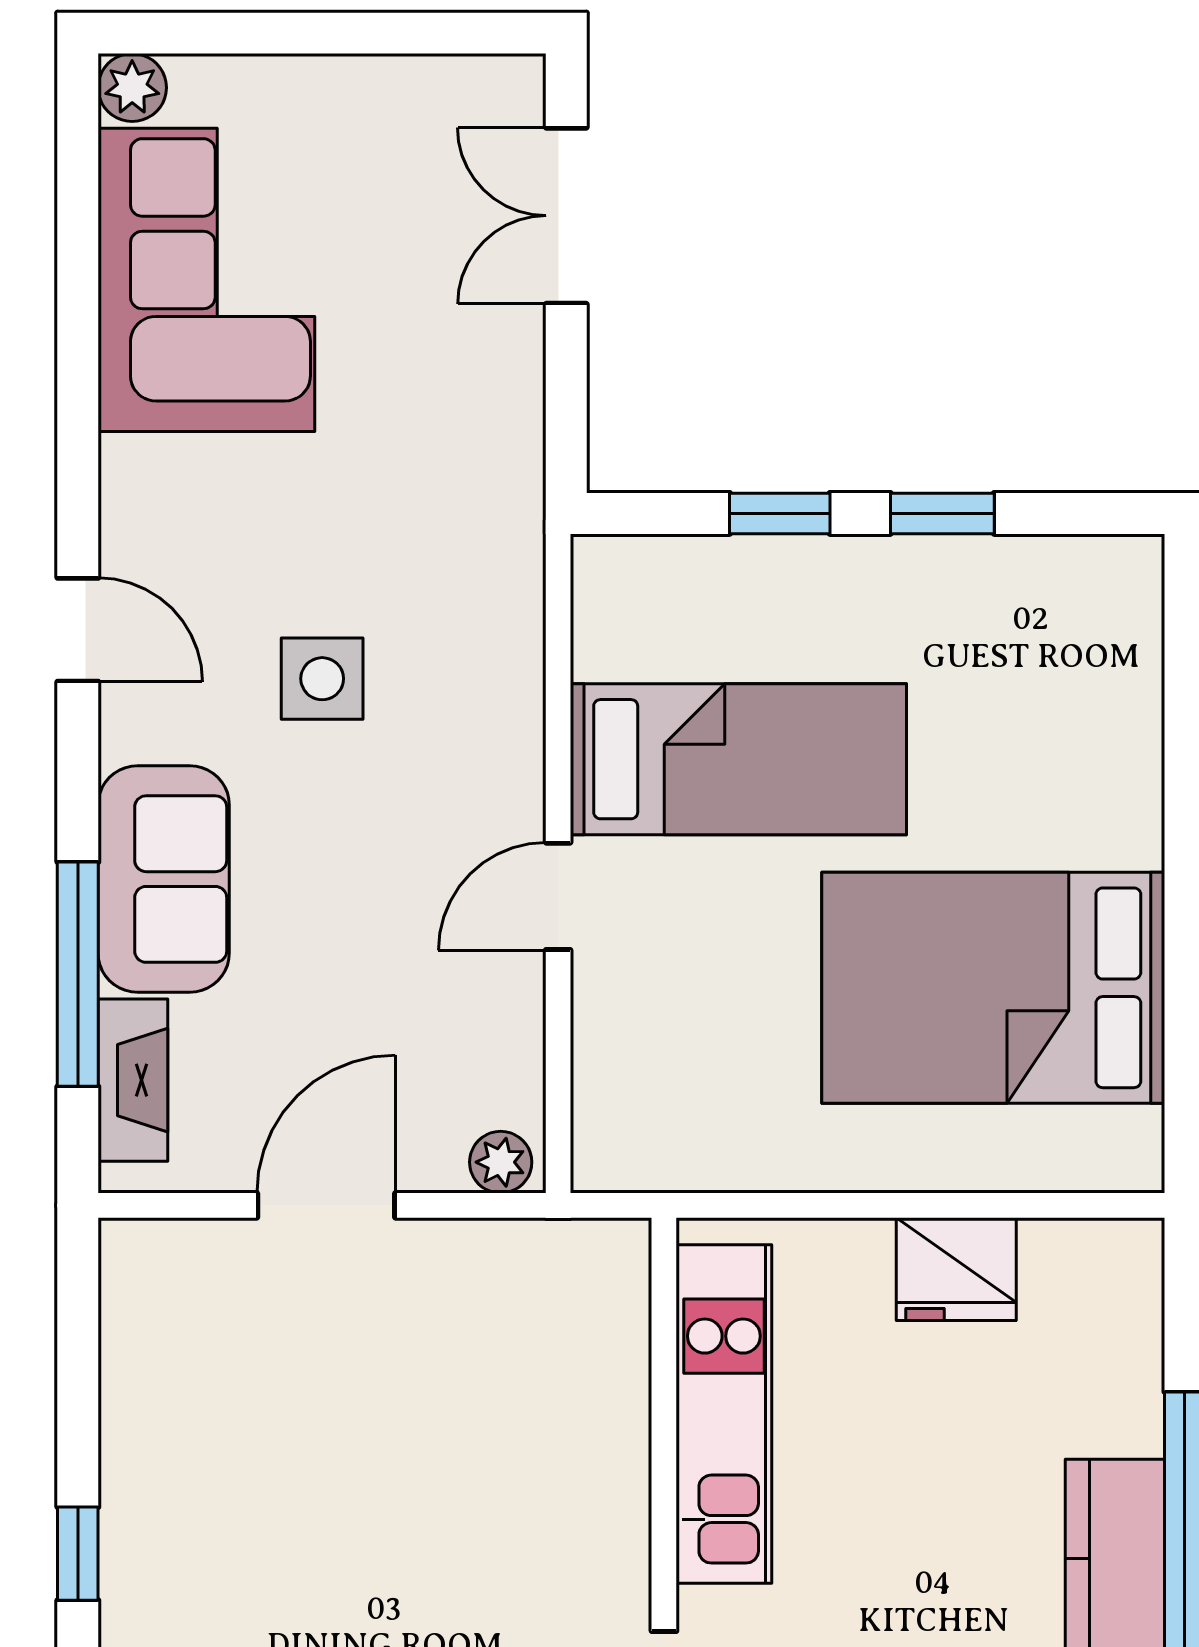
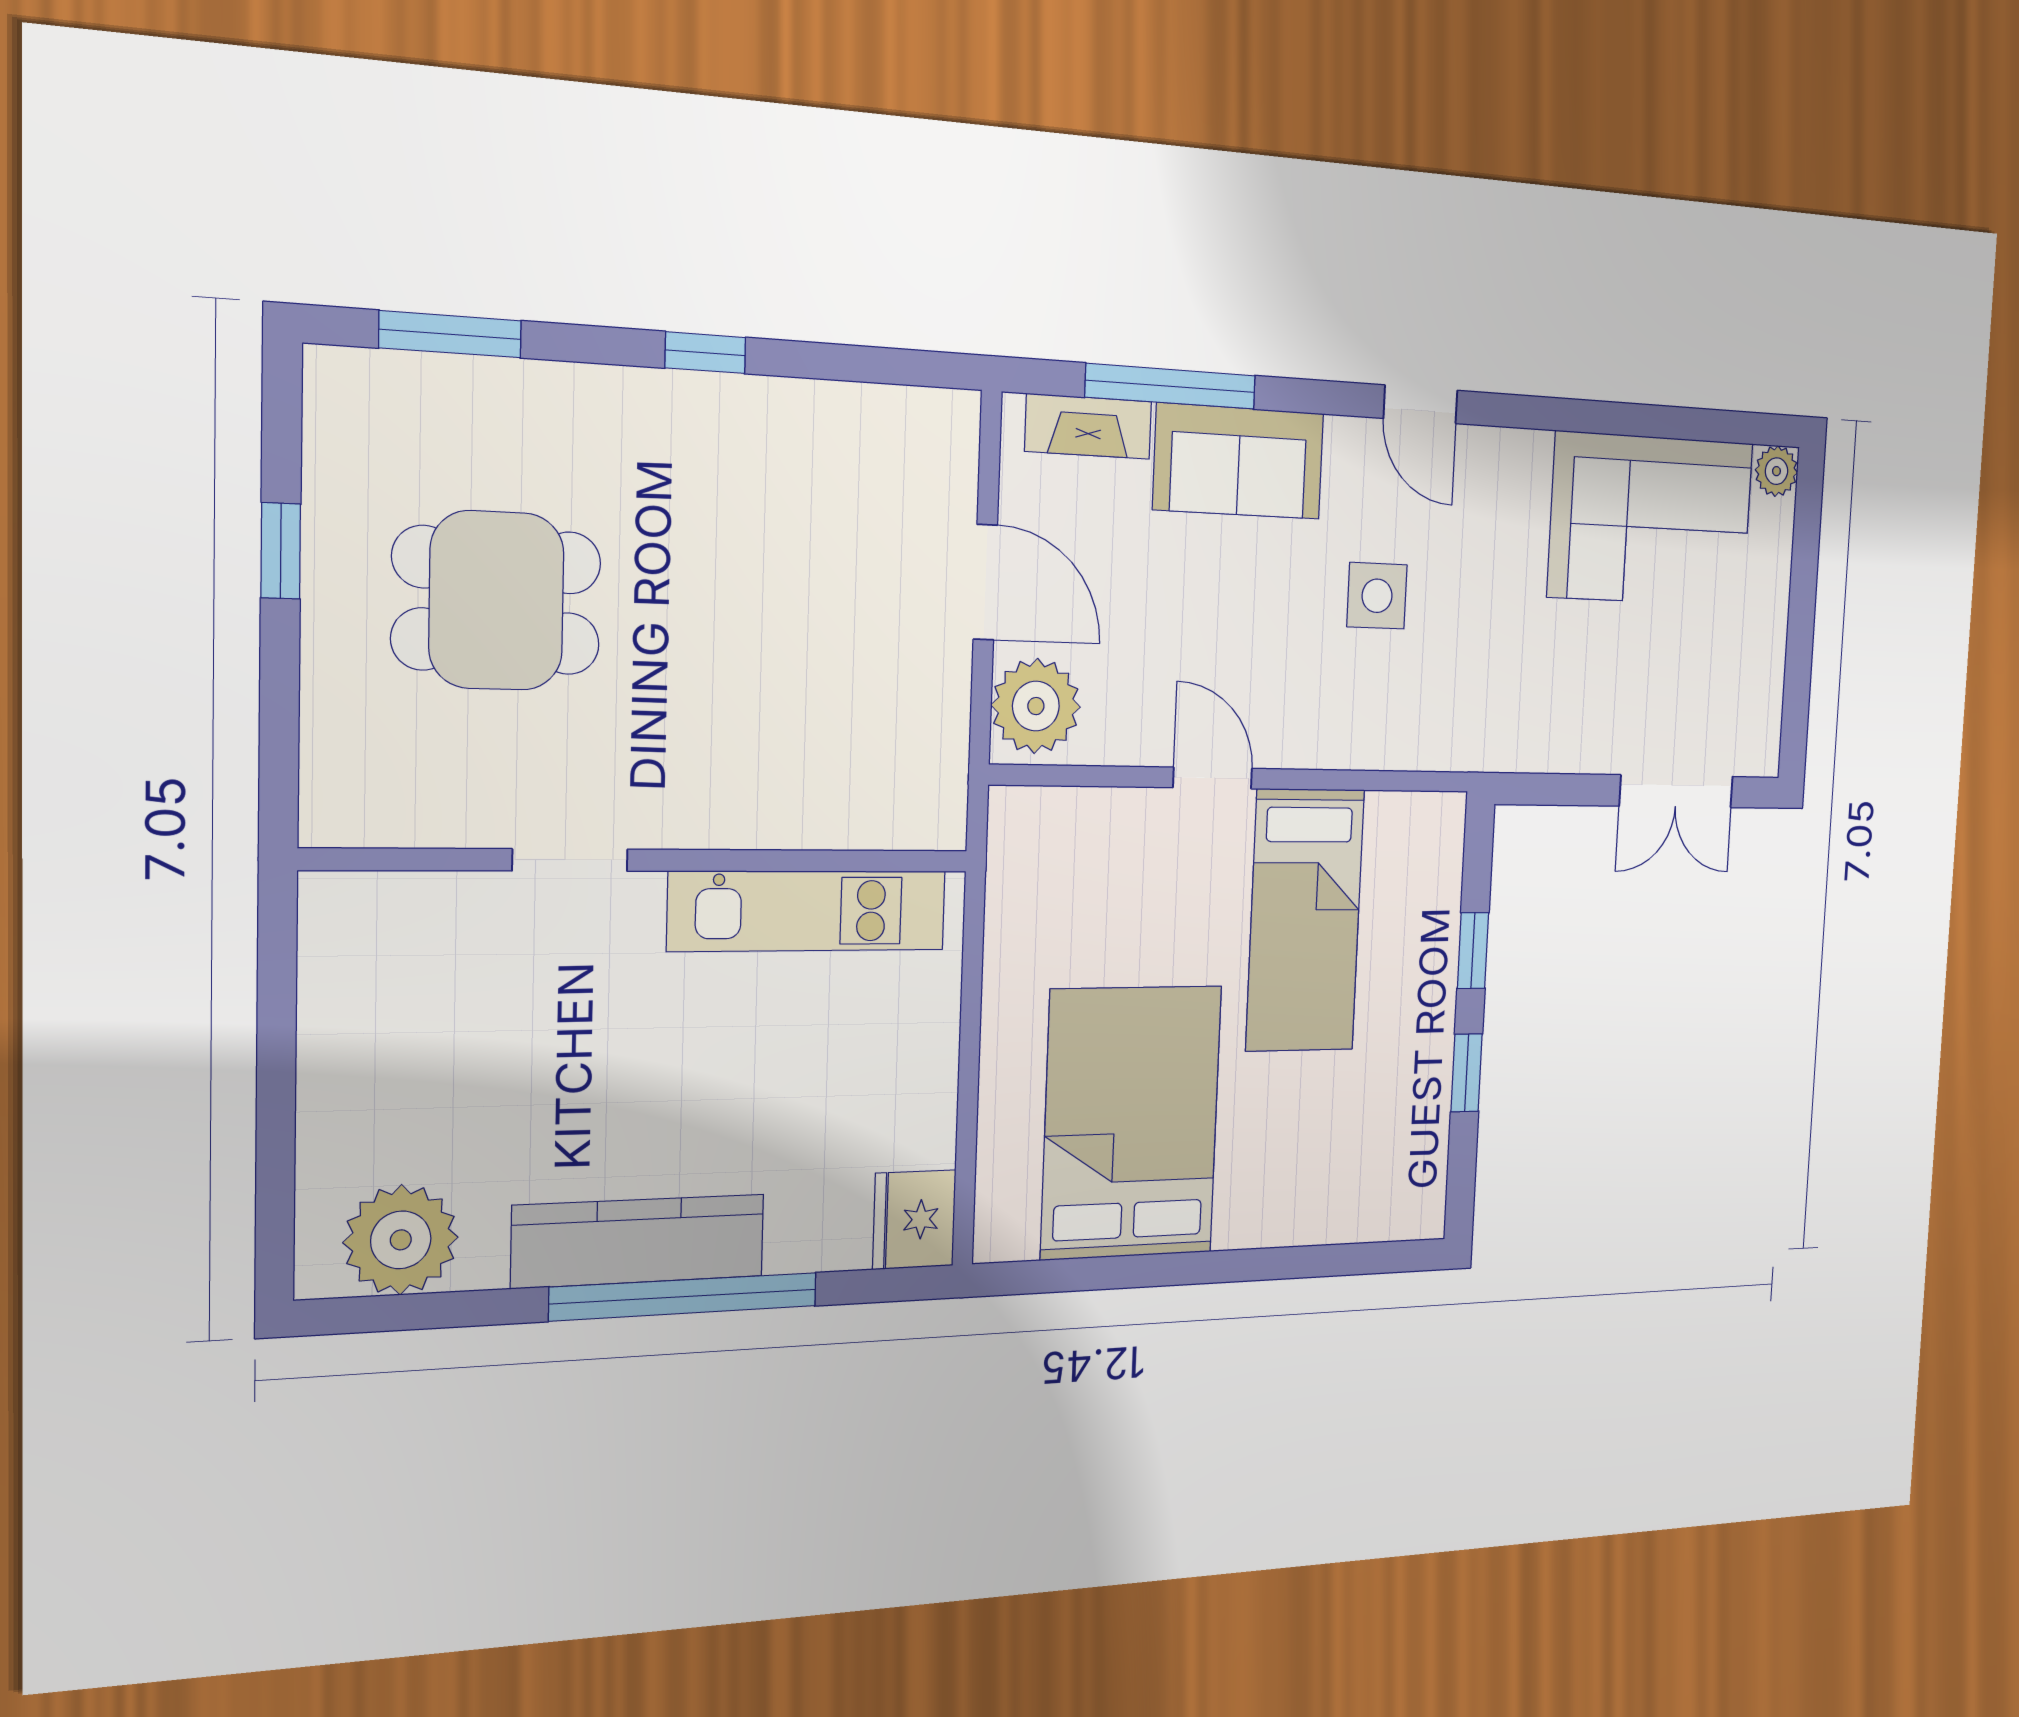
double door: (566, 216) -> (1676, 791), swing flipped
door: (78, 630) -> (1421, 404), hinge flipped
plant: (501, 1162) -> (1036, 706), width x1.88, depth x1.88
fridge: (956, 1269) -> (914, 1220), moved

